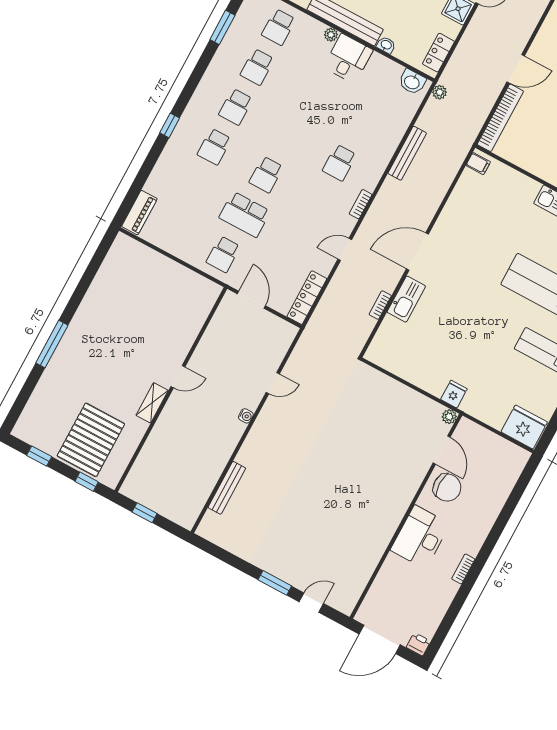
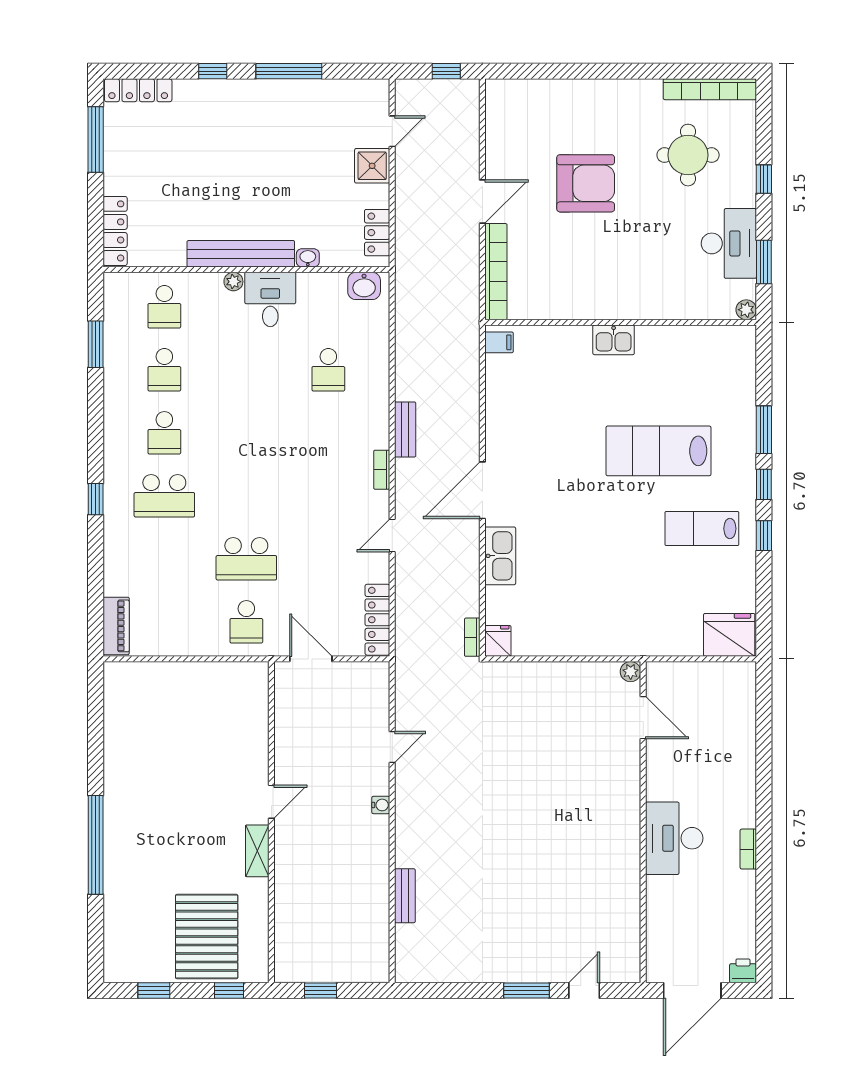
plant: (440, 92) -> (405, 280), removed
school desk: (214, 147) -> (164, 496), width x1.85
bench: (407, 153) -> (405, 429), moved, width x0.73
school desk: (339, 163) -> (328, 370), moved
school desk: (266, 175) -> (246, 496), removed
bookcase: (380, 305) -> (472, 637), moved
window: (52, 344) -> (96, 845), width x1.46
fridge: (454, 394) -> (498, 641), moved
bench: (227, 488) -> (405, 896), width x0.73
chair: (447, 488) -> (675, 760), removed

